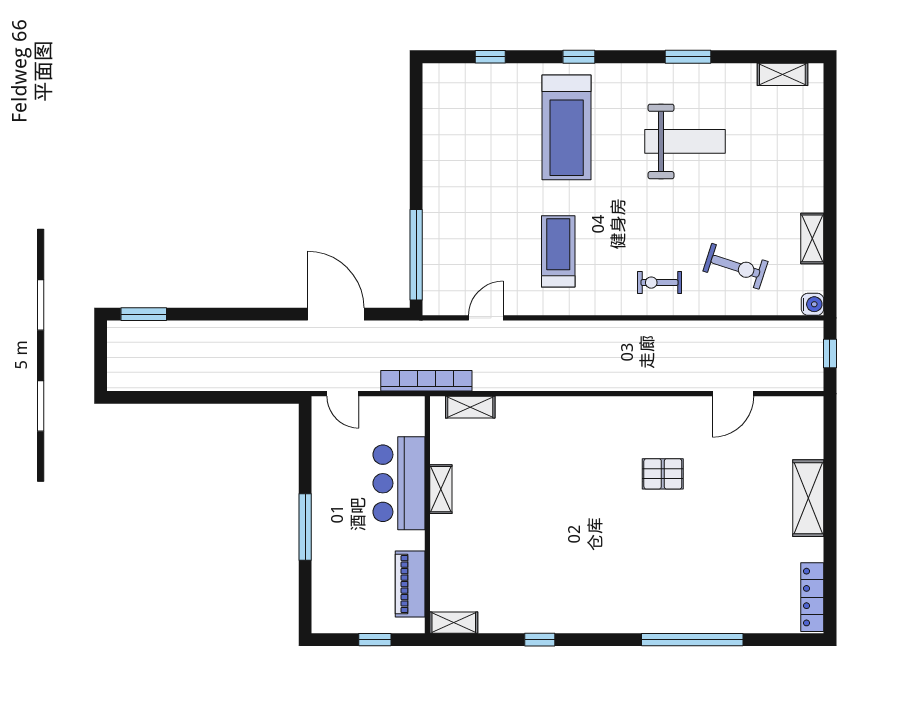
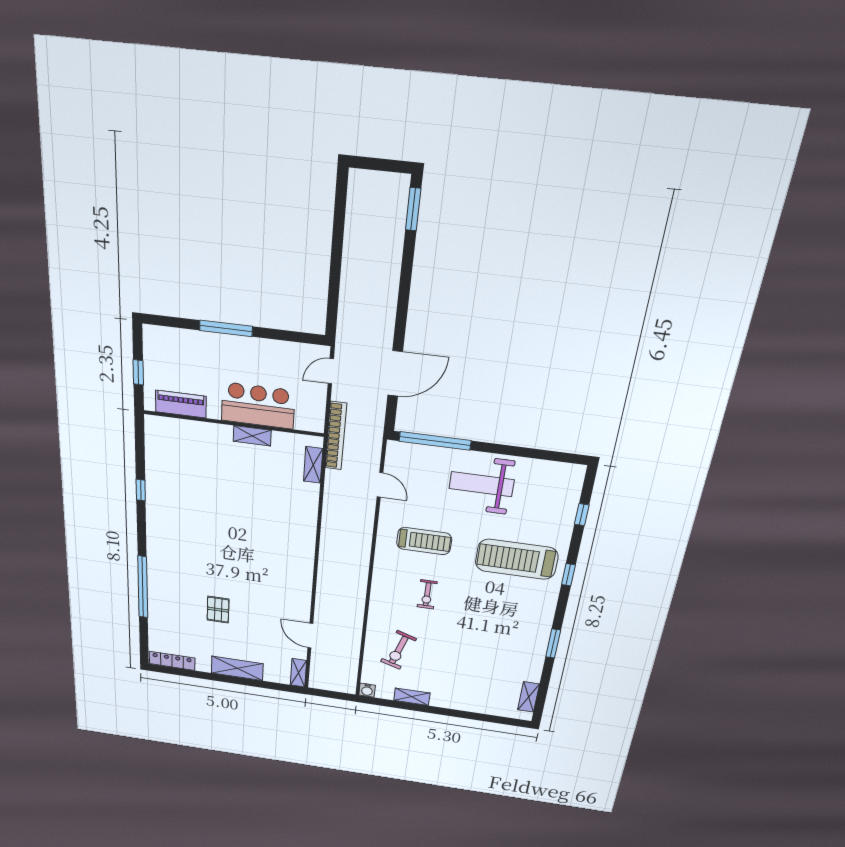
weight bench: (685, 141) -> (482, 484), moved, turned 90
exercise bike: (660, 283) -> (427, 594), moved, turned 180
window: (830, 354) -> (333, 695), removed
pallet: (663, 474) -> (218, 610), moved
shelving: (454, 623) -> (299, 673), moved

